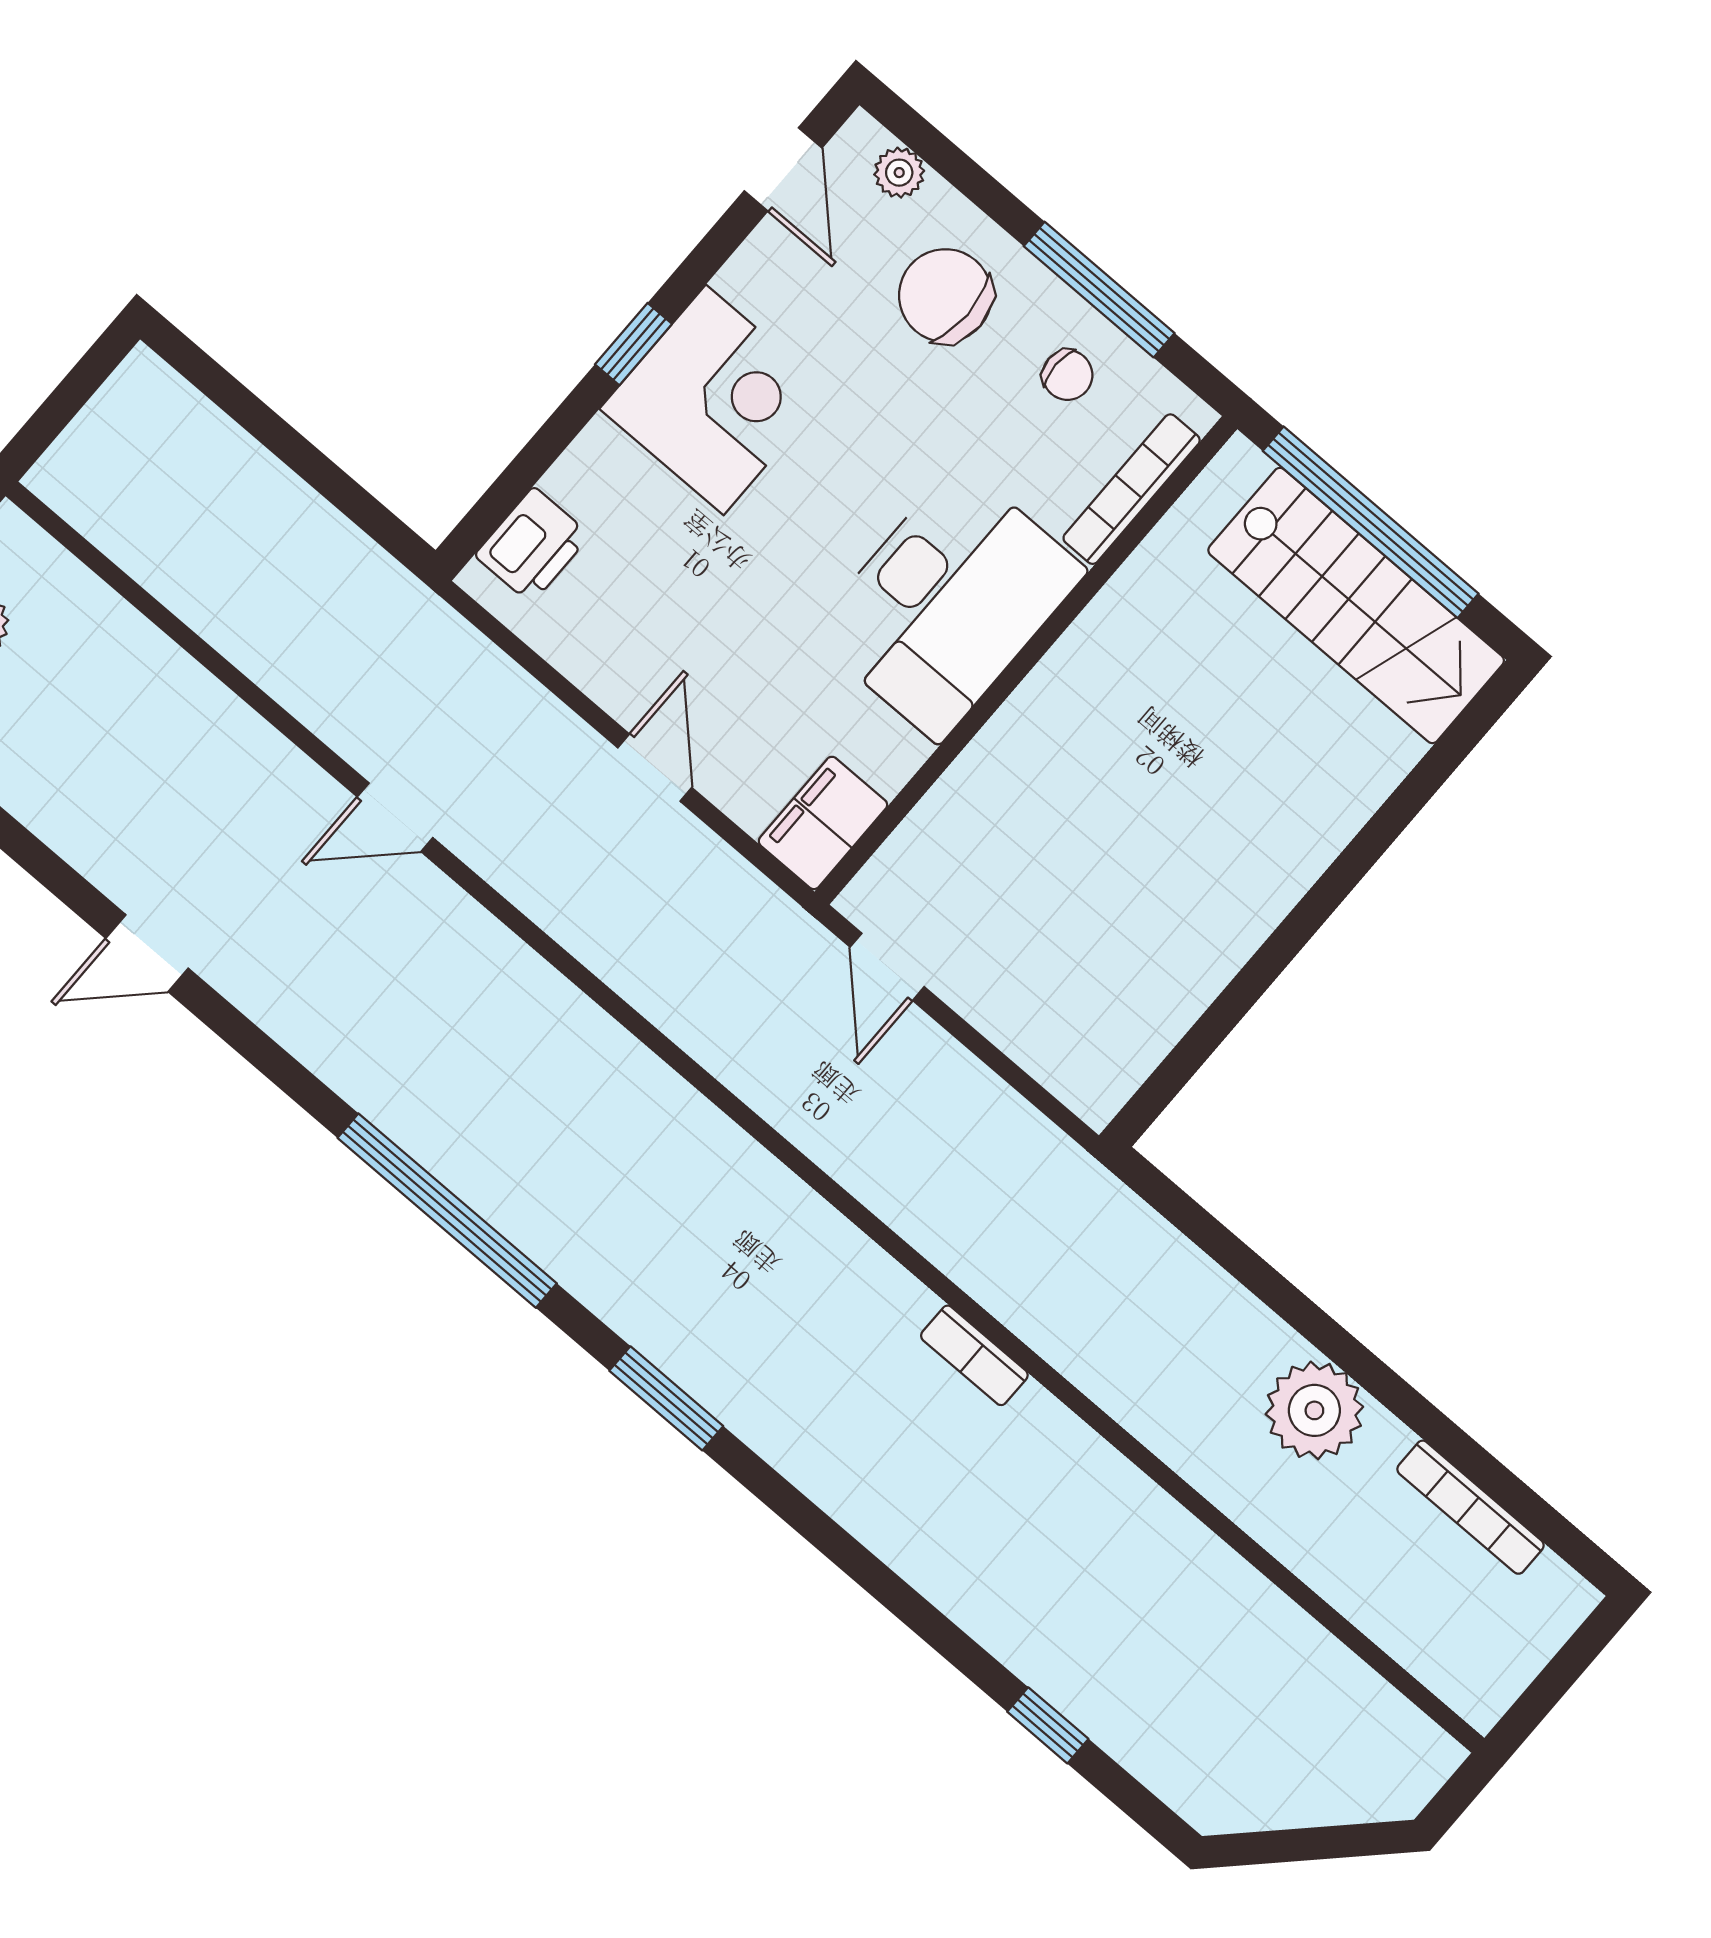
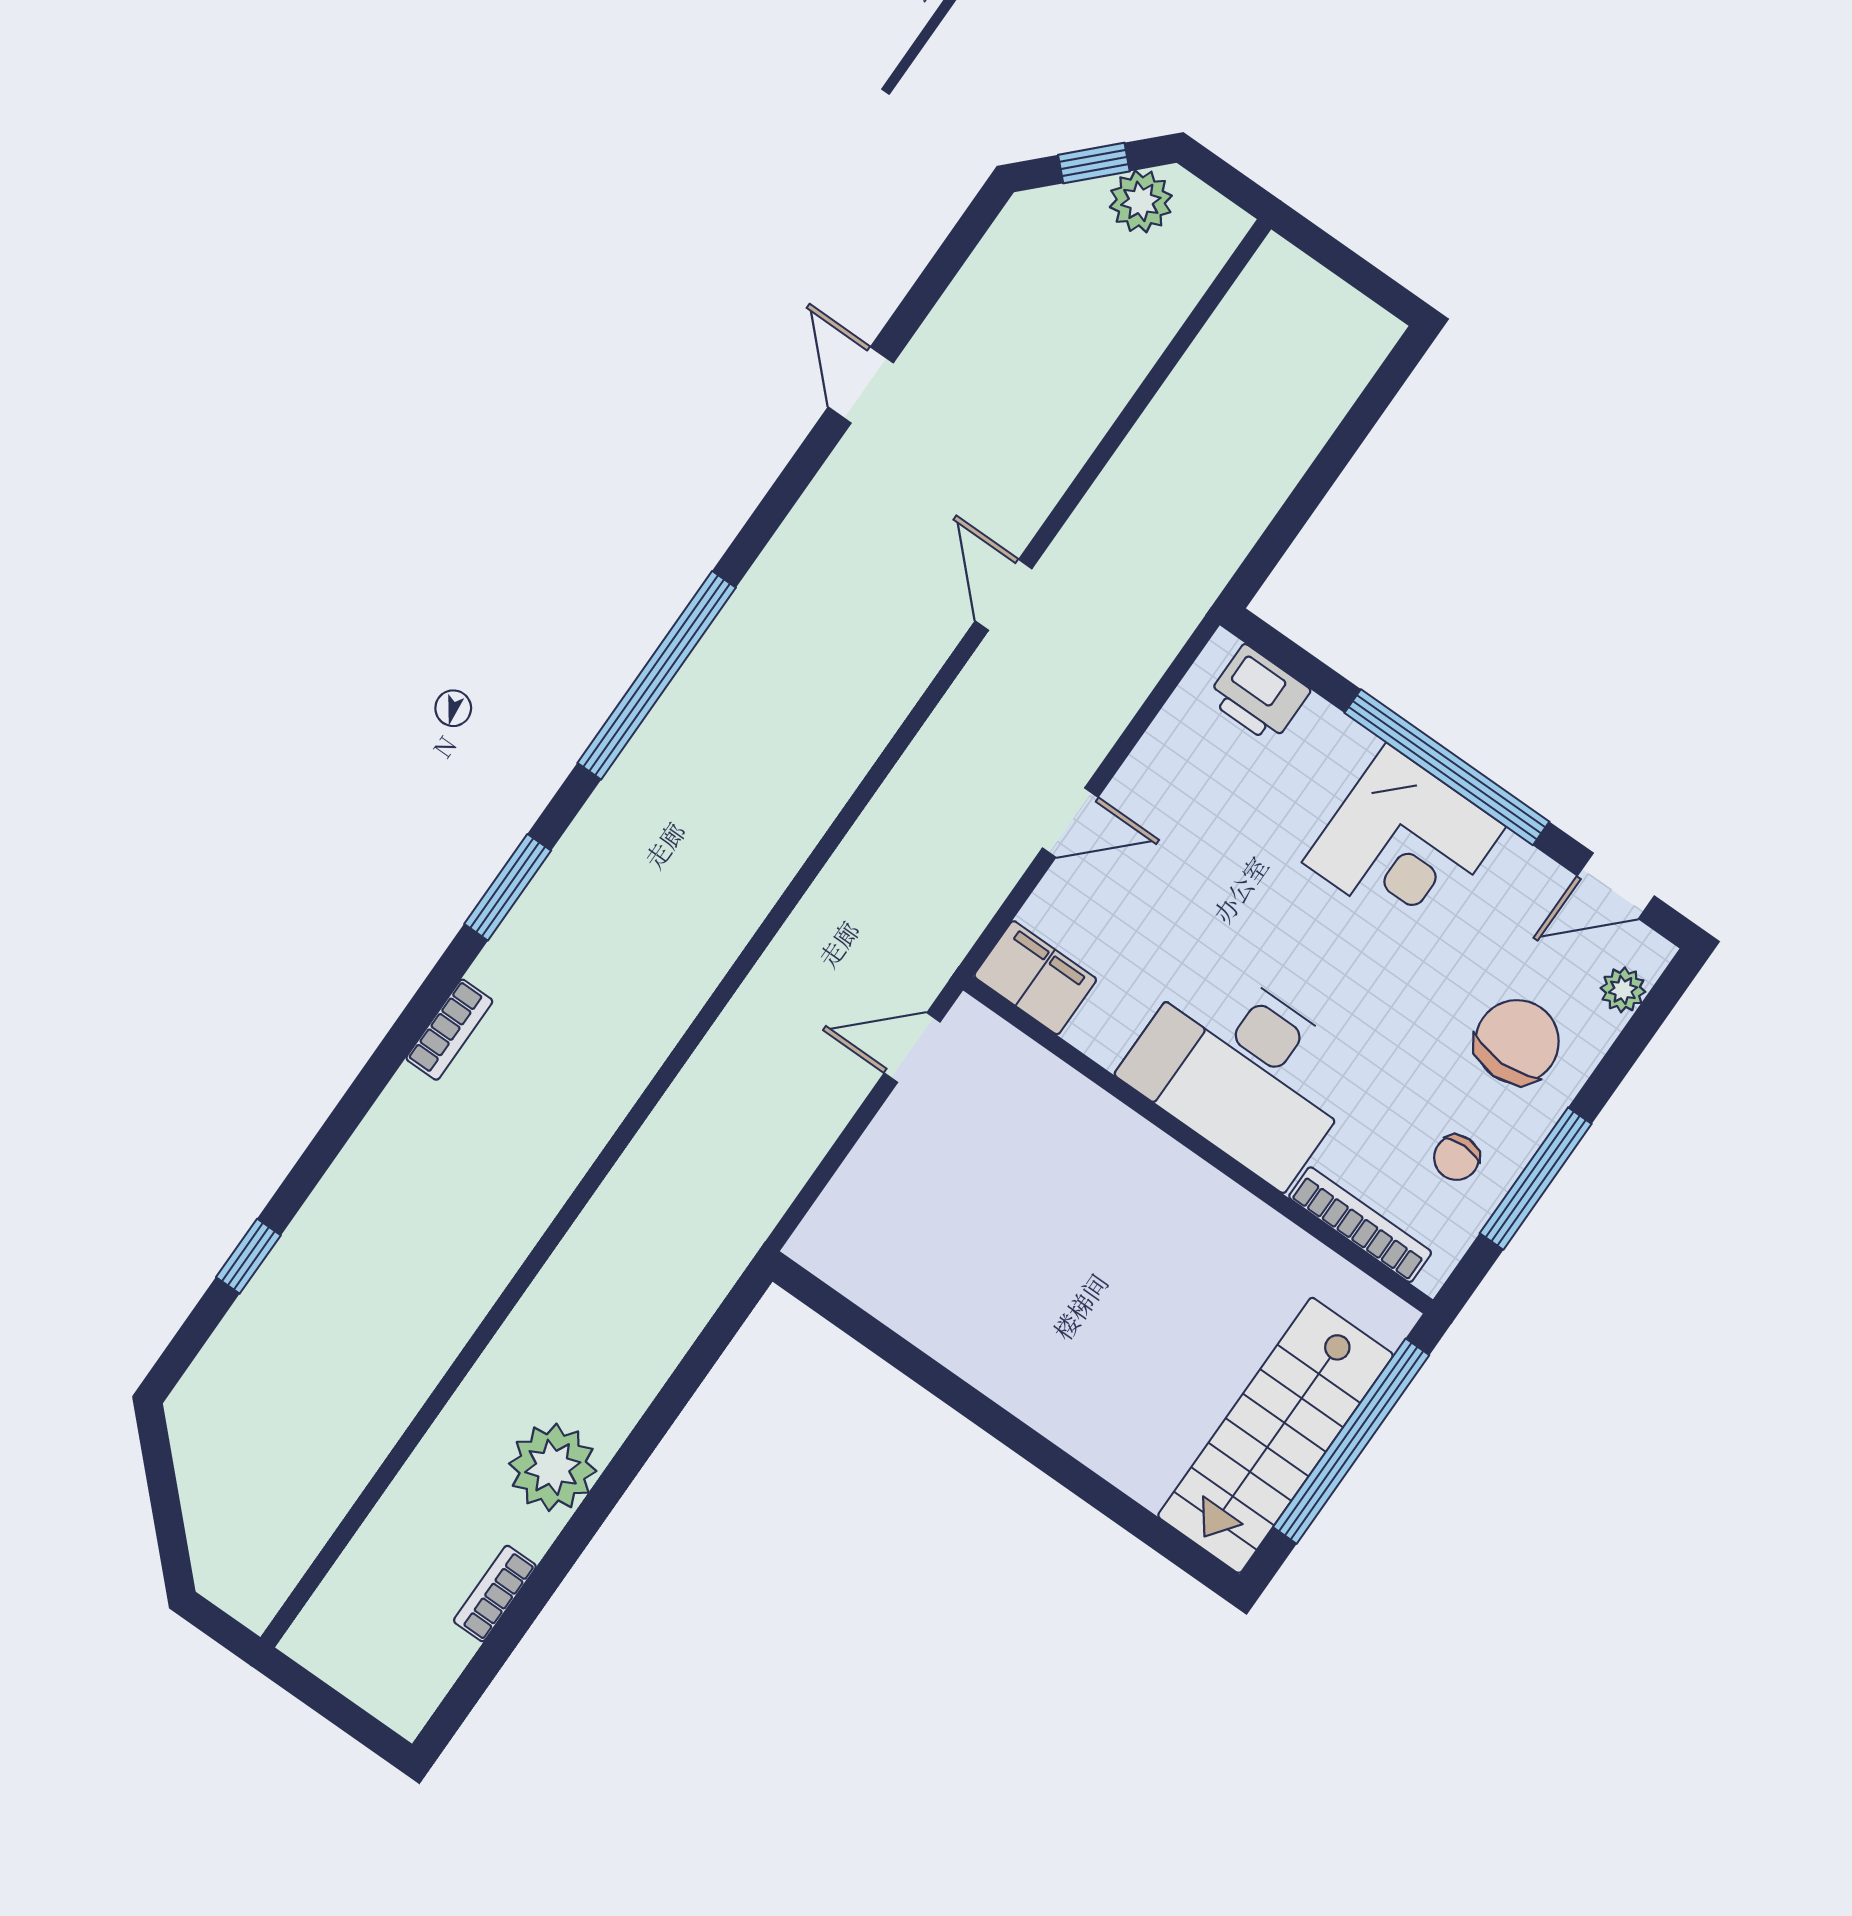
window: (633, 344) -> (1447, 767), width x3.17
bookcase: (974, 1355) -> (449, 1030), moved, turned 180
bookcase: (1471, 1507) -> (495, 1593), width x0.64

